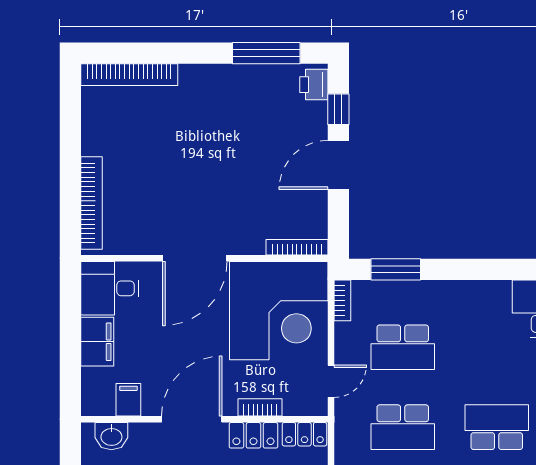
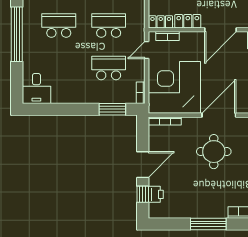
window: (266, 53) -> (208, 224), moved
printer: (314, 85) -> (156, 194), moved
round table: (204, 190) -> (214, 152), added
bookcase: (260, 407) -> (168, 36), moved
school desk: (497, 427) -> (59, 26), turned 180

